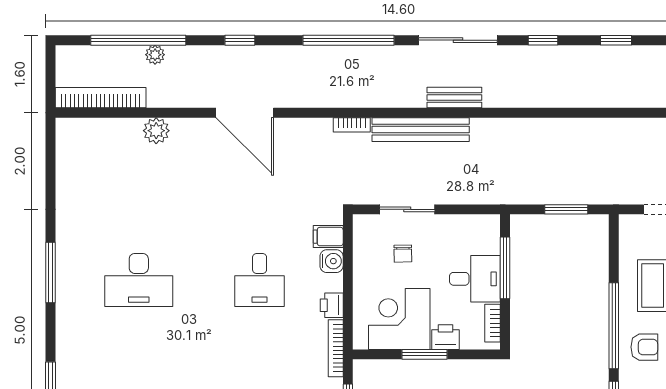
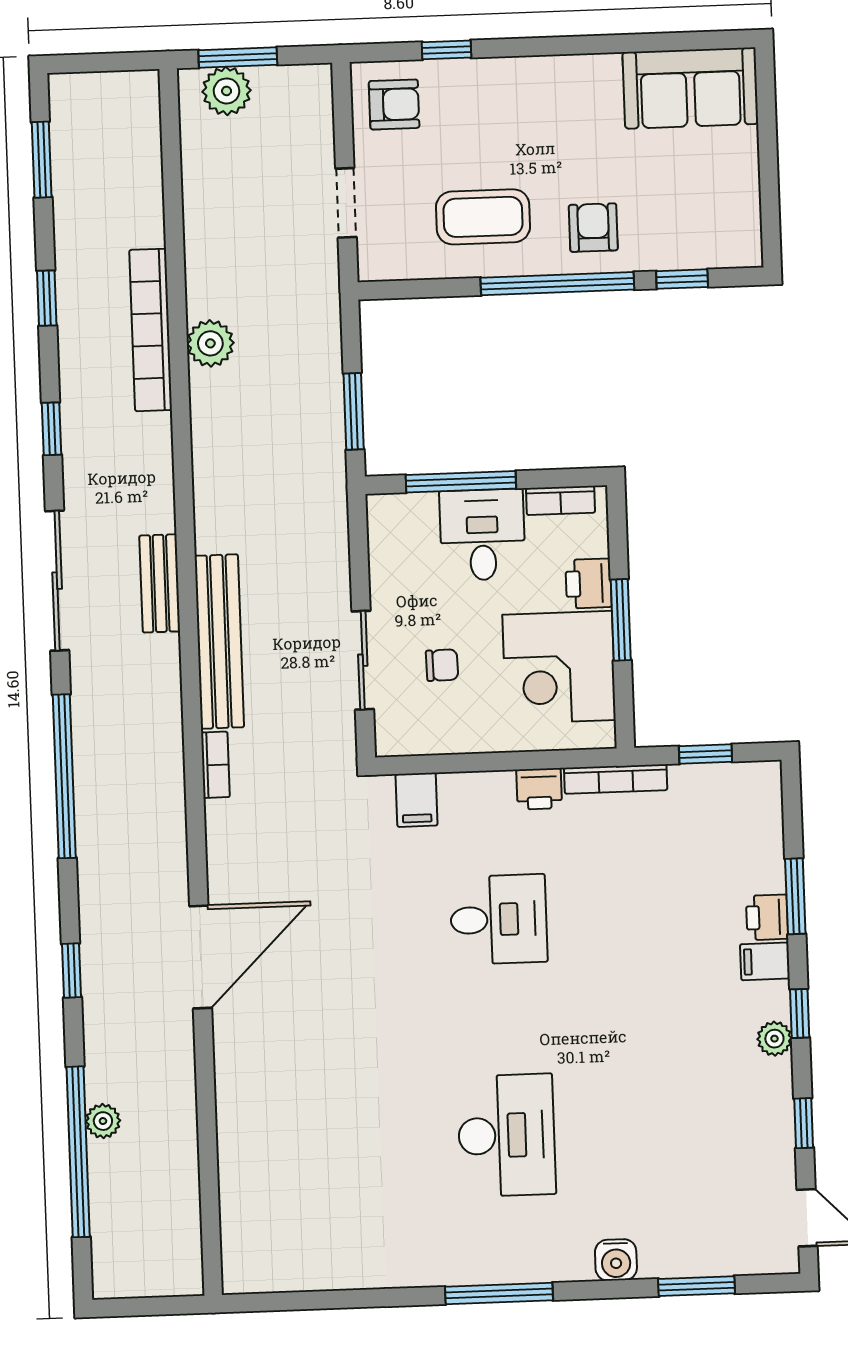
bookcase: (101, 98) -> (151, 330), moved
plant: (156, 131) -> (210, 343), moved
window: (566, 209) -> (354, 411), moved
water cooler: (332, 261) -> (616, 1260), moved, turned 180

